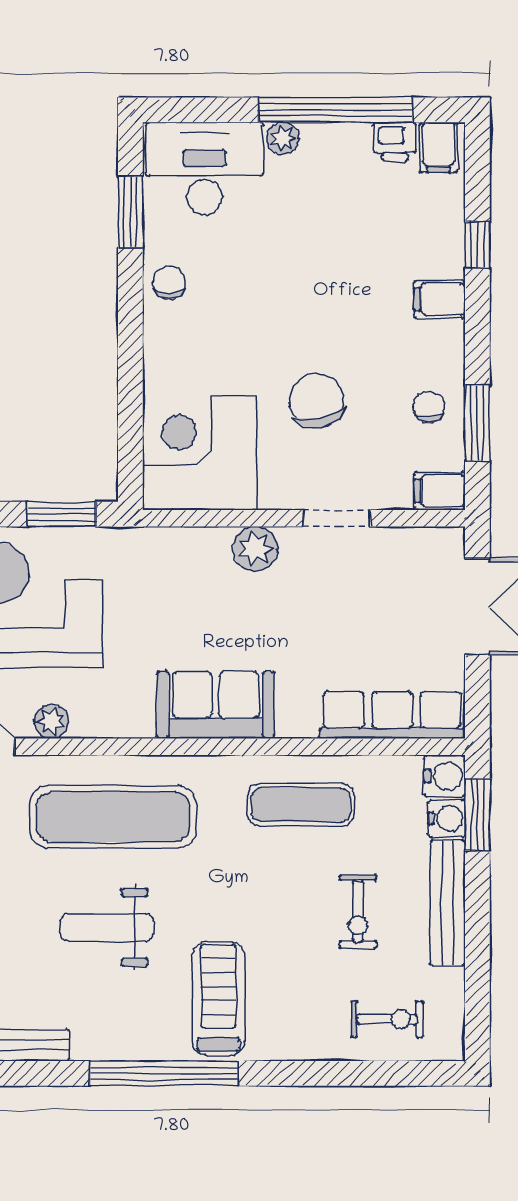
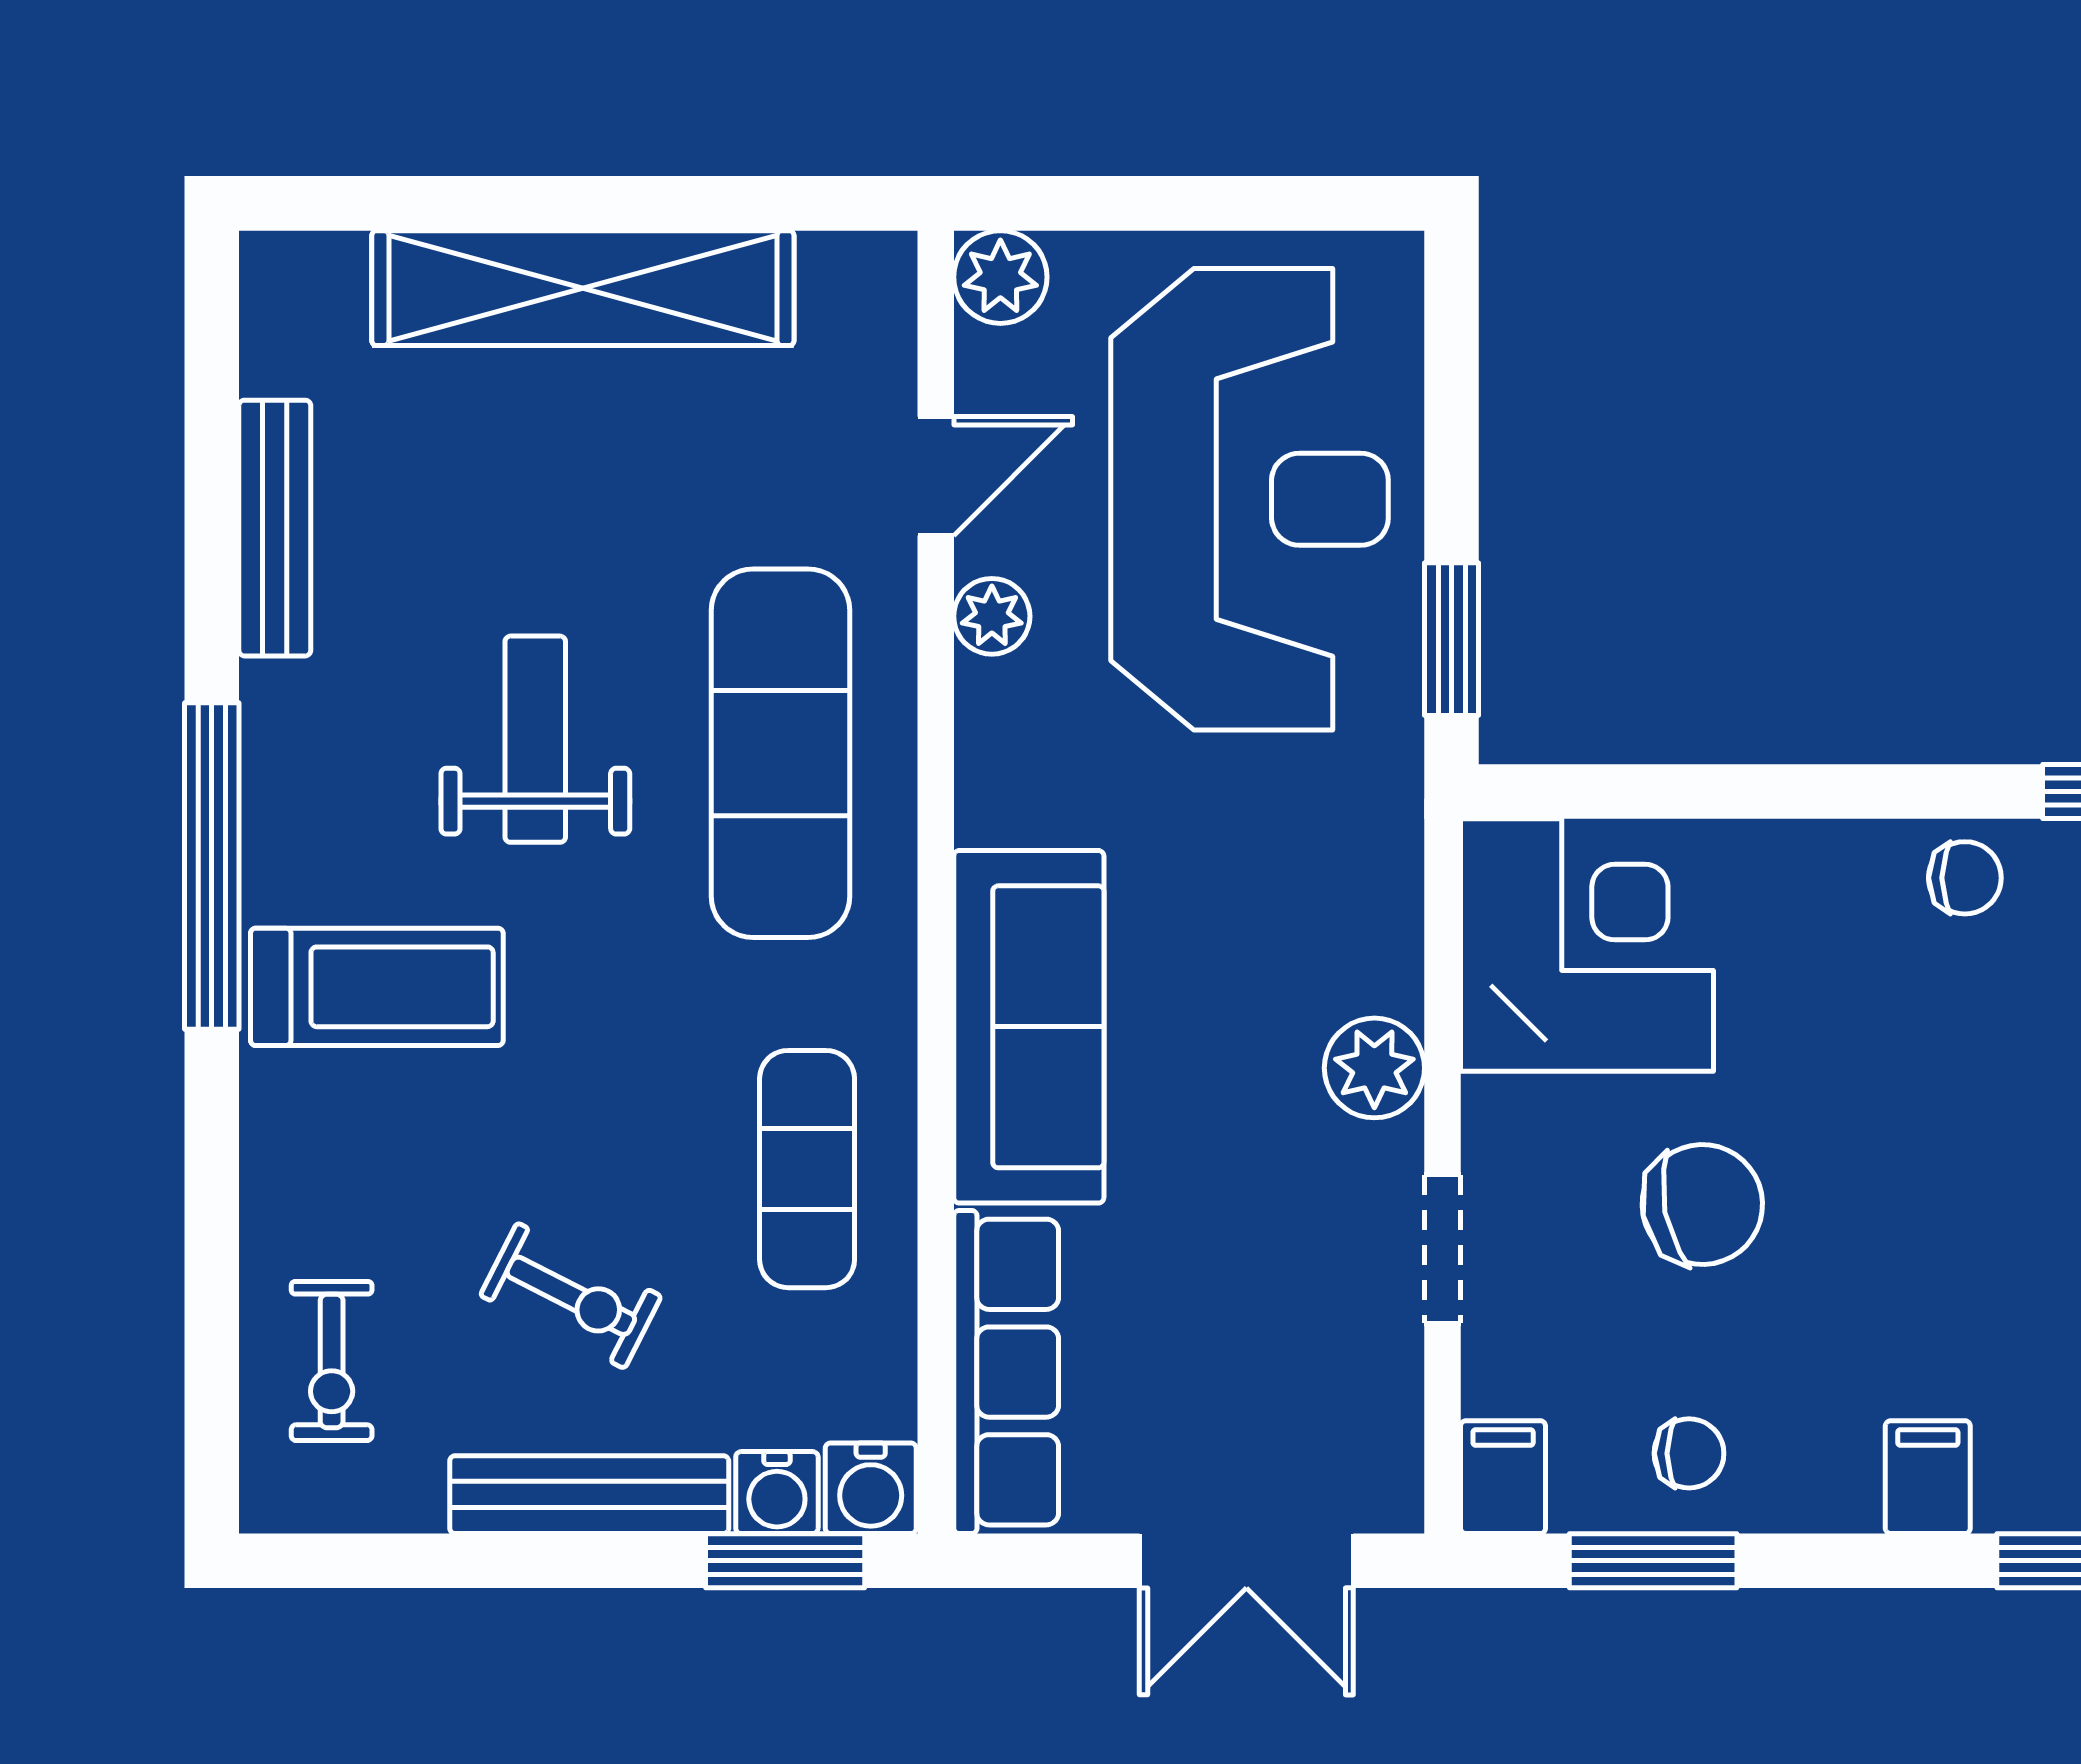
sofa: (215, 705) -> (1029, 1027), width x1.36
exercise bike: (358, 911) -> (571, 1296), turned -153

